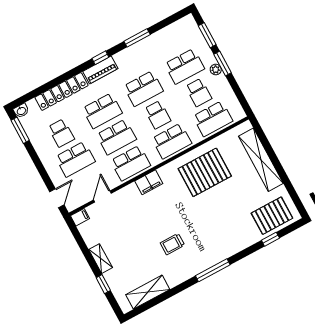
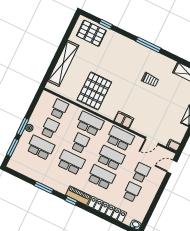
school desk: (213, 119) -> (59, 109), width x0.54
window: (20, 130) -> (148, 217), removed
school desk: (75, 159) -> (141, 173), width x0.54
pallet: (205, 172) -> (94, 91), turned 90

